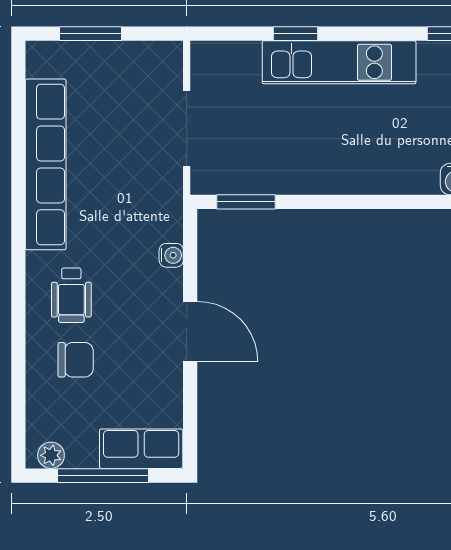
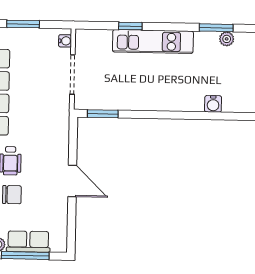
water cooler: (171, 255) -> (65, 41), moved
row of seats: (141, 449) -> (28, 242), moved

